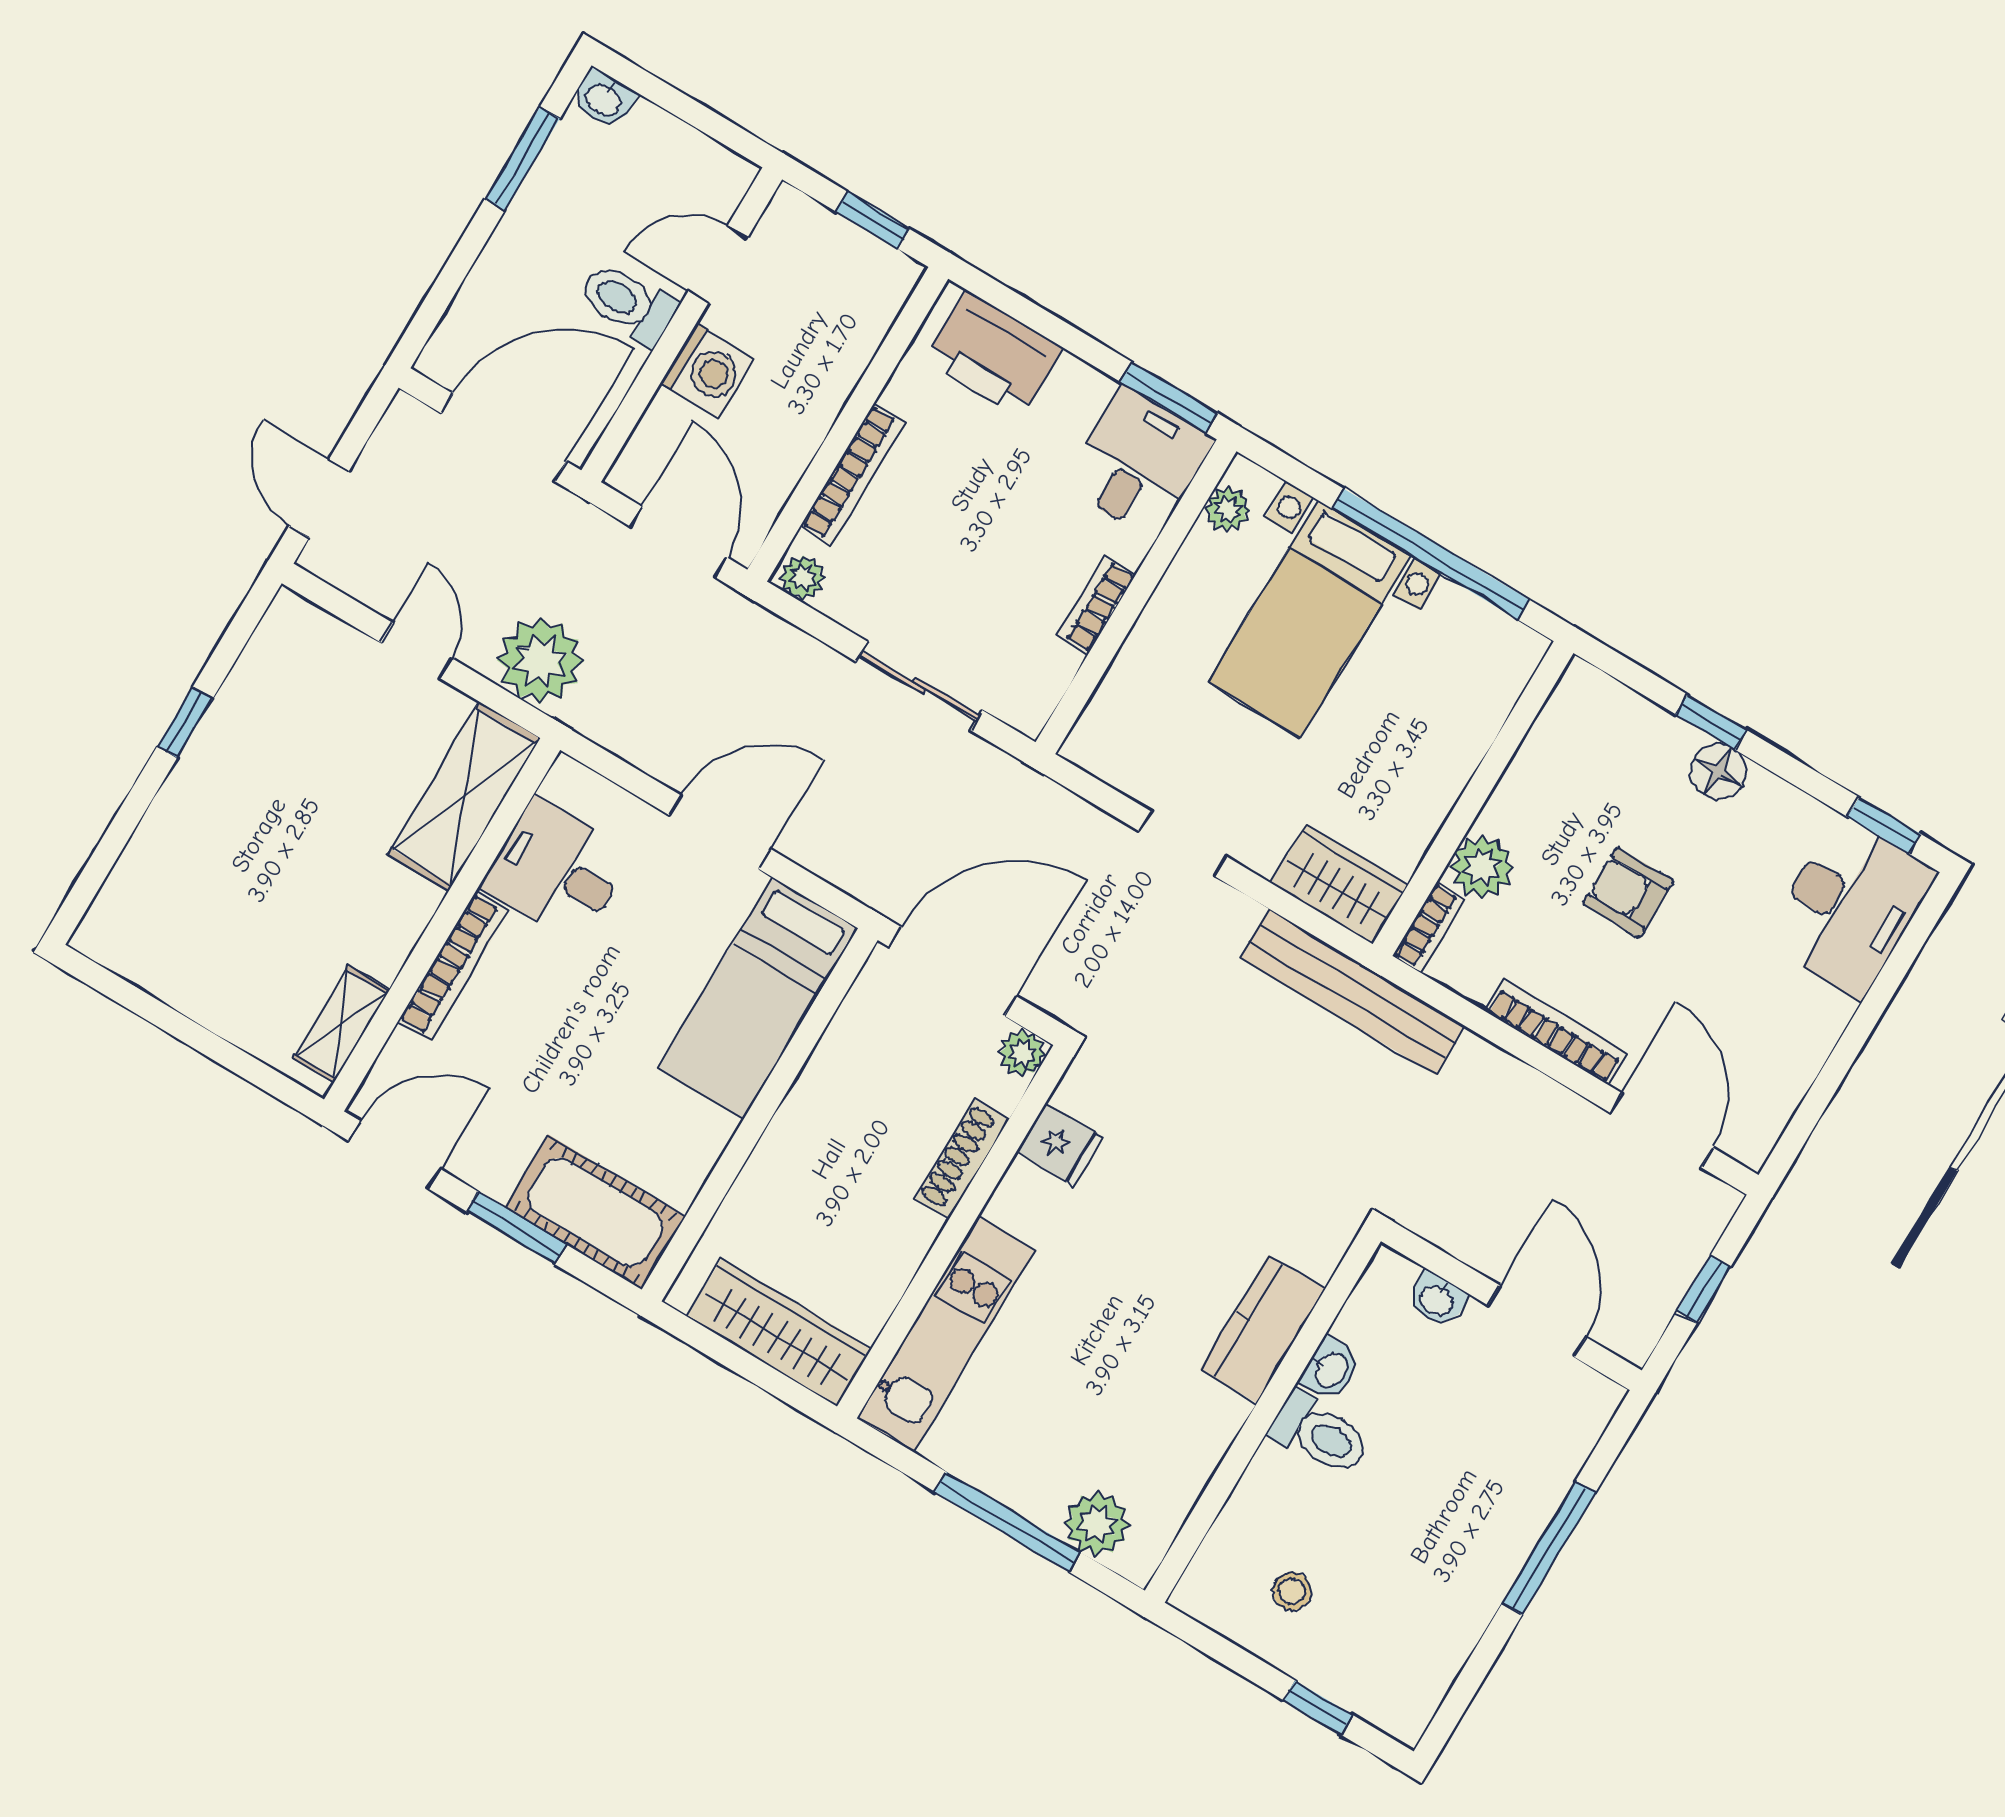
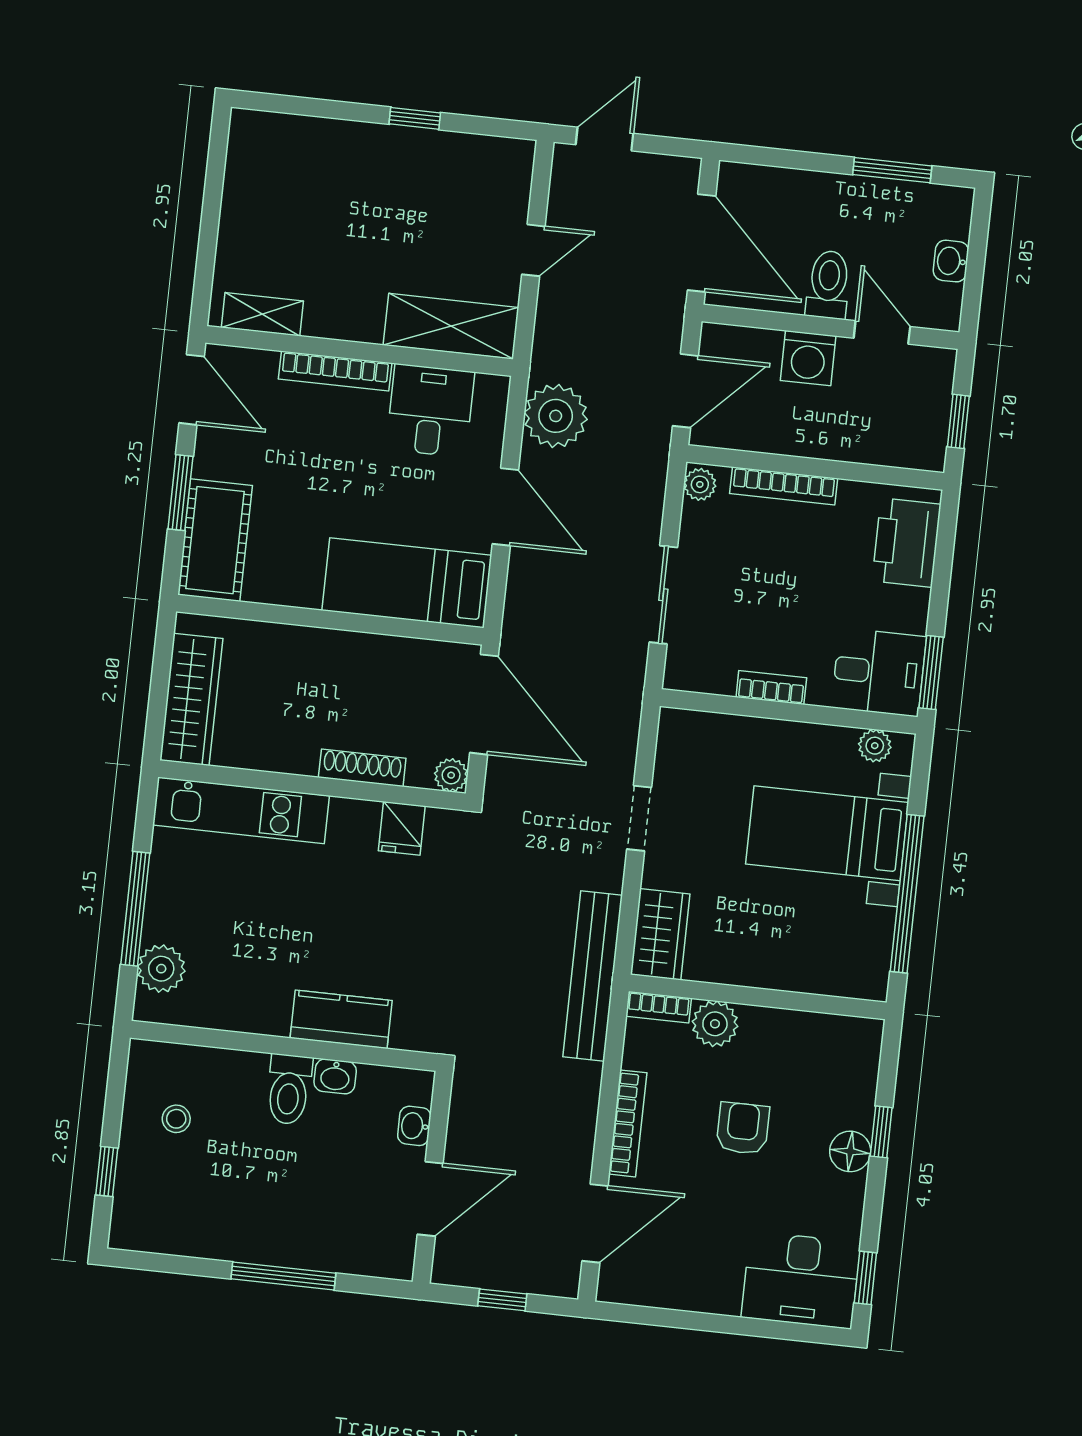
washbasin: (604, 99) -> (951, 261), moved
plant: (540, 661) -> (556, 416), moved

